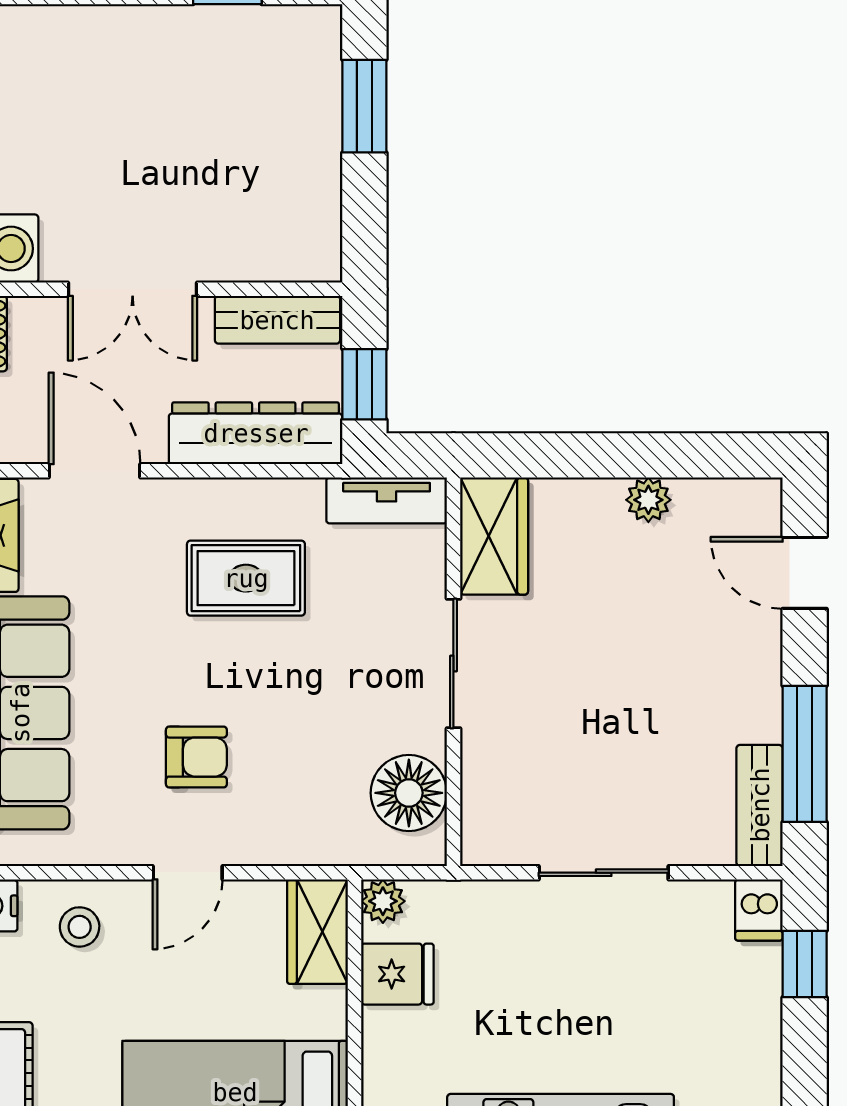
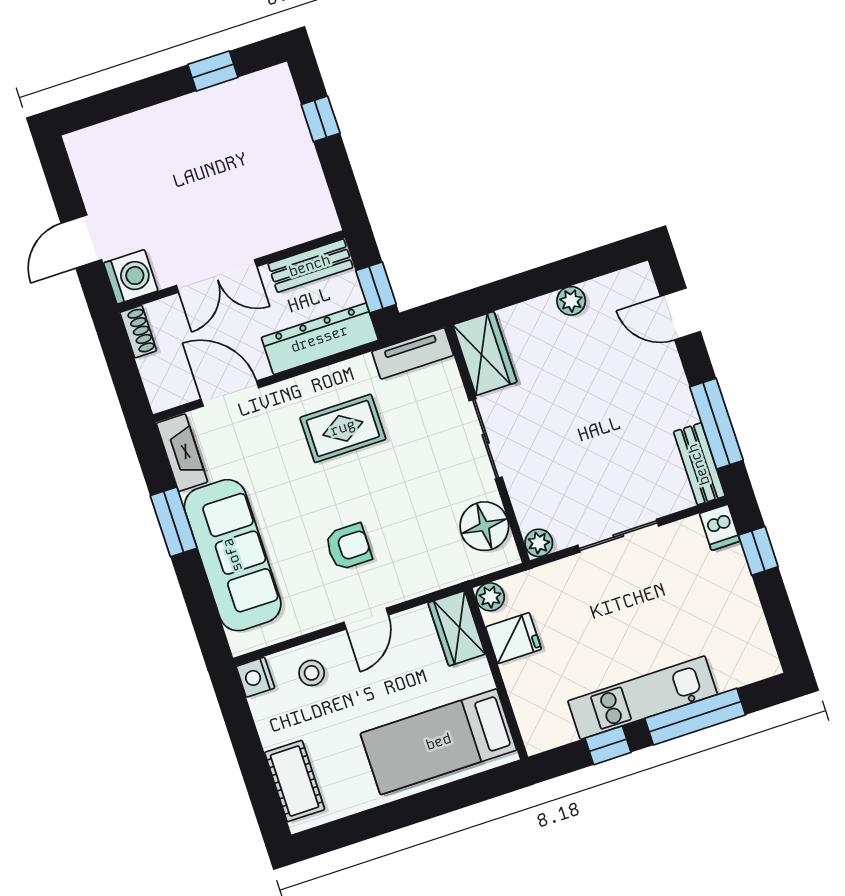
window: (364, 106) -> (321, 119), width x0.67
plant: (482, 845) -> (539, 543), added

